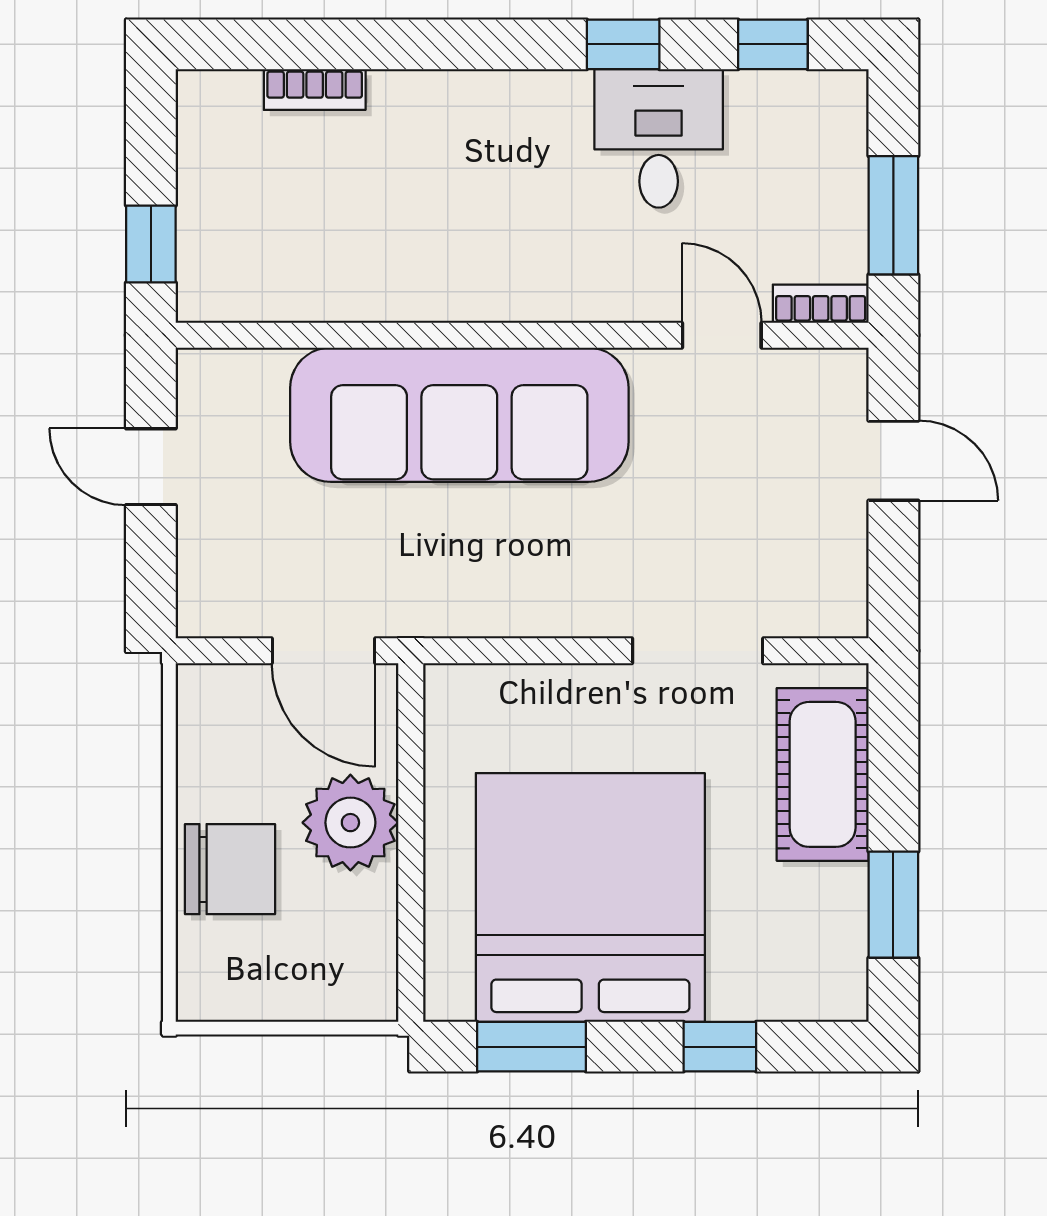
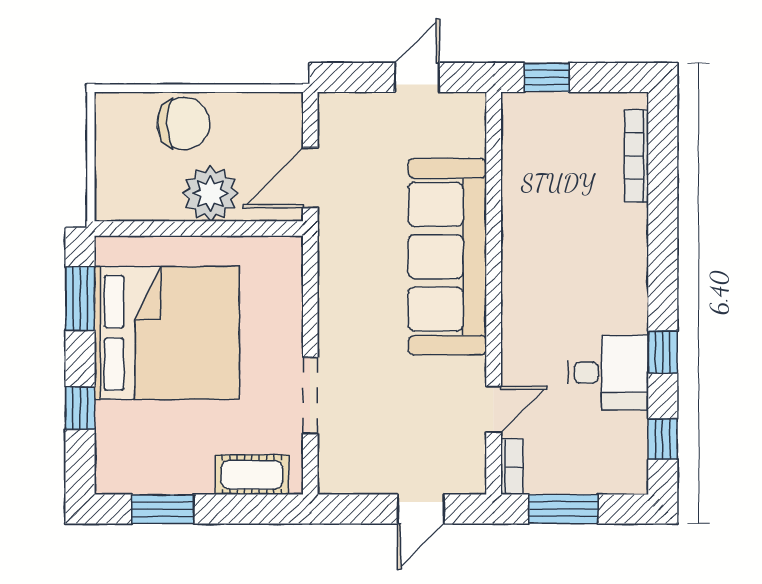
bookcase: (315, 90) -> (636, 156), width x1.56
cot: (823, 774) -> (252, 475), width x0.73, depth x0.75
chair: (230, 869) -> (183, 123), turned -90

